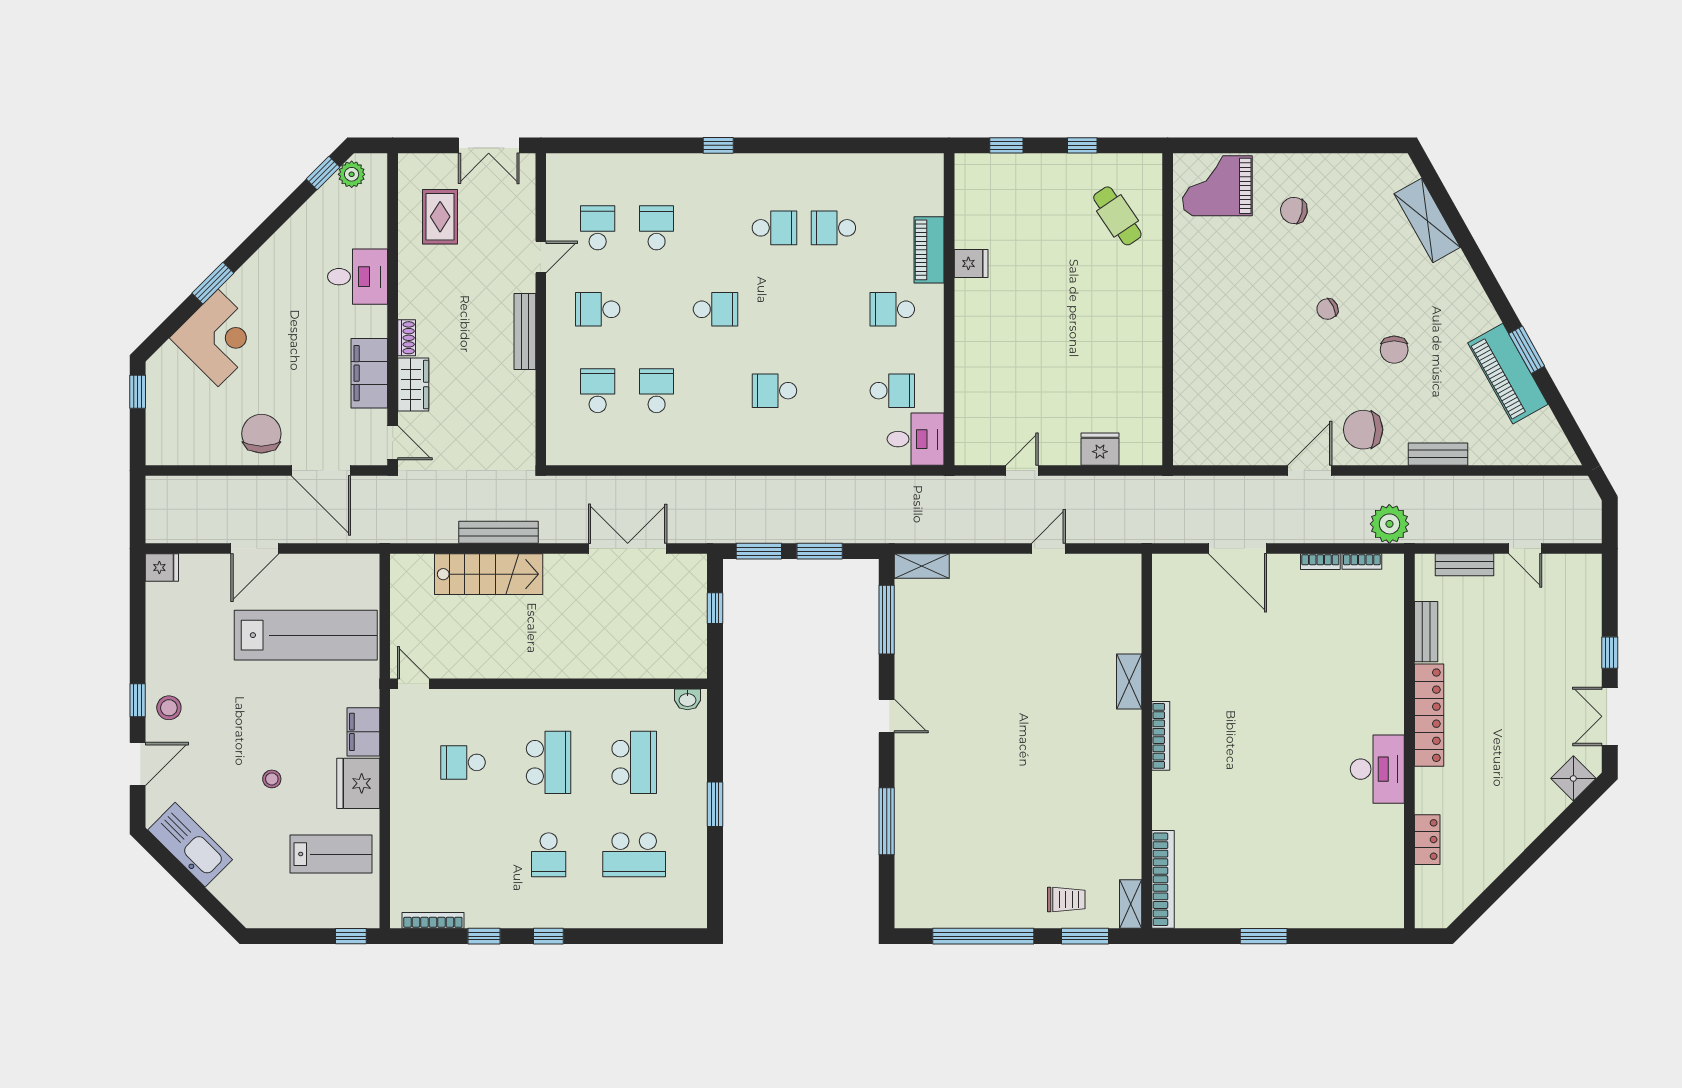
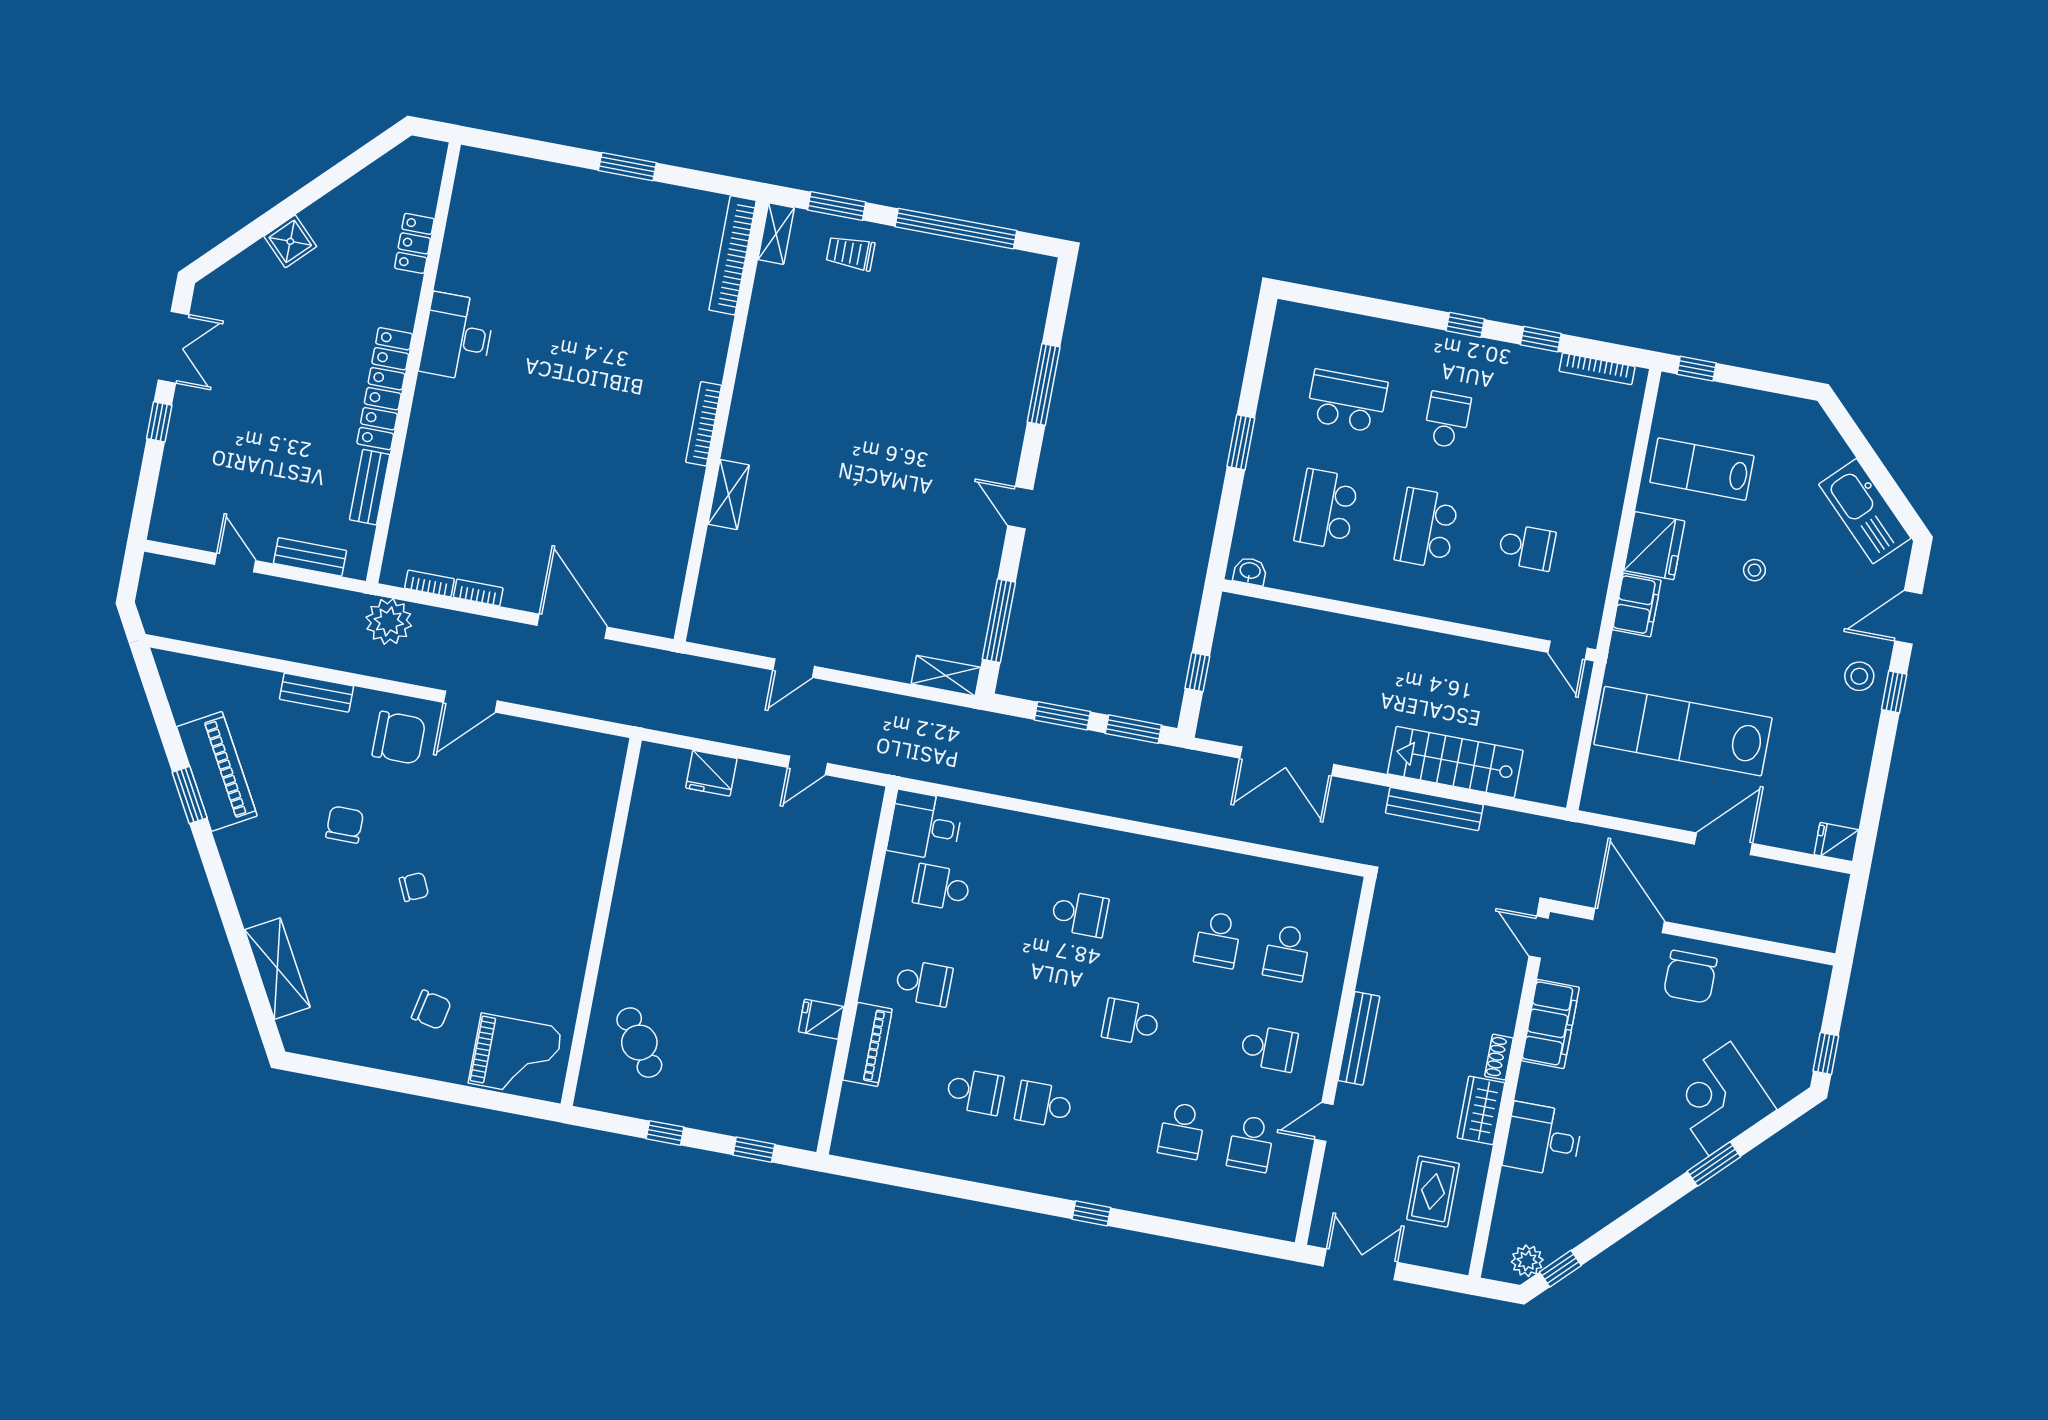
wardrobe: (413, 385) -> (1481, 1110), moved
shower: (1573, 778) -> (290, 241), moved

